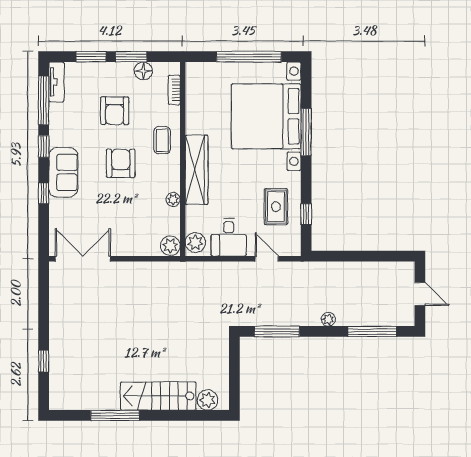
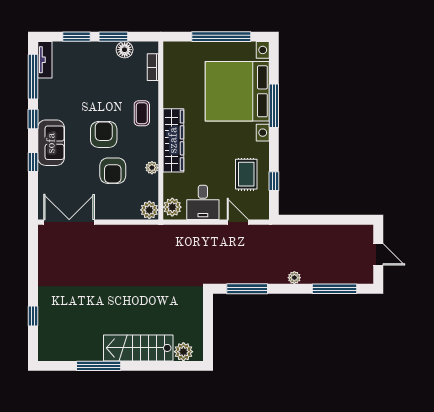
armchair: (115, 111) -> (113, 171), moved

